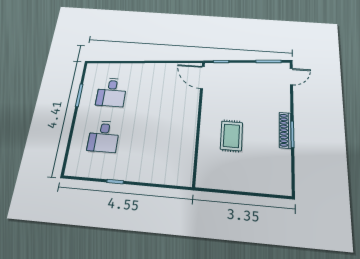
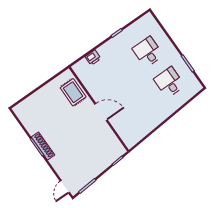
door: (202, 77) -> (101, 112), moved
rug: (231, 136) -> (73, 92), moved
printer: (161, 177) -> (93, 58), added

